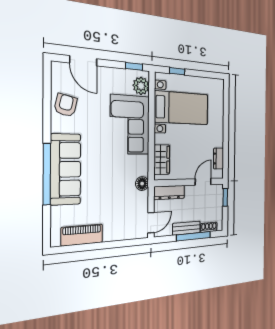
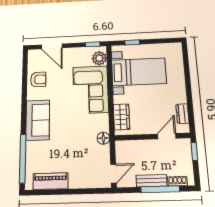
armchair: (66, 105) -> (38, 79), turned 77
sofa: (66, 169) -> (38, 120), width x0.73
window: (47, 174) -> (23, 159), moved
dresser: (169, 192) -> (131, 146), removed

